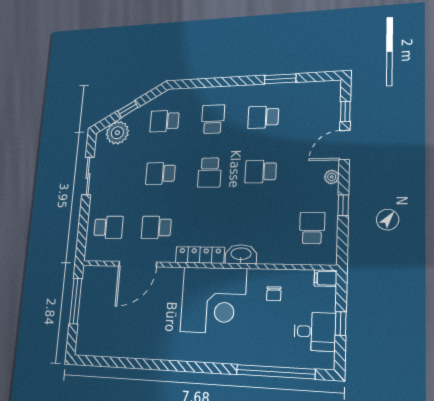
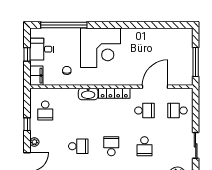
school desk: (160, 173) -> (144, 146), turned 90
filing cabinet: (326, 278) -> (36, 76), width x2.00
corner desk: (213, 300) -> (101, 48), moved, turned 180

